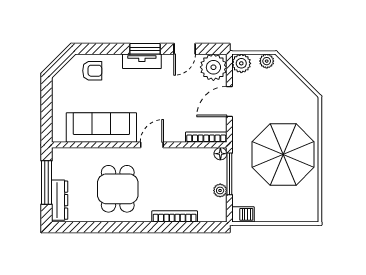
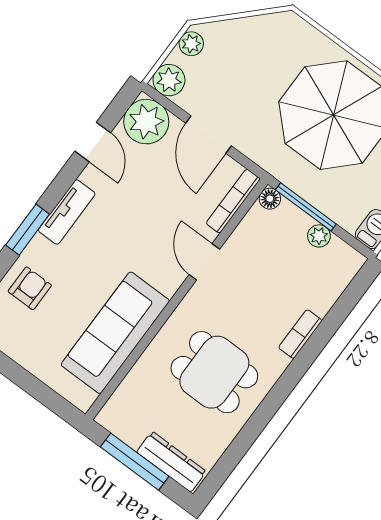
window: (145, 49) -> (28, 230), moved
door: (152, 145) -> (204, 262), moved
bookcase: (175, 216) -> (300, 334), width x0.64

